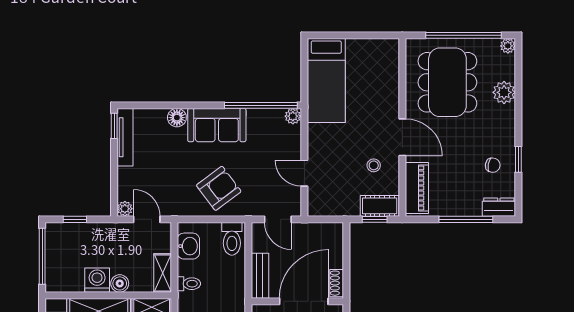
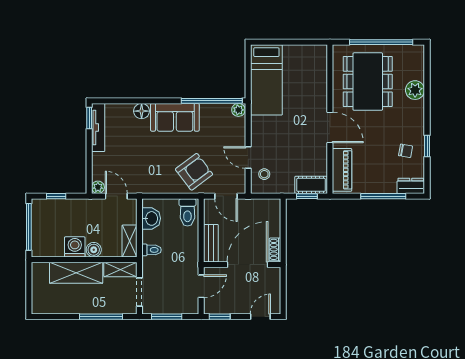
plant: (508, 46) -> (418, 51), removed
stool: (374, 165) -> (264, 174), moved
armchair: (219, 188) -> (194, 172), moved

